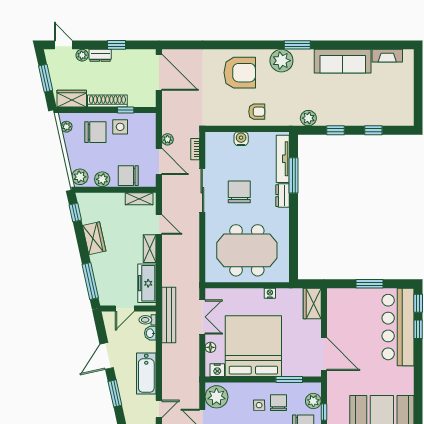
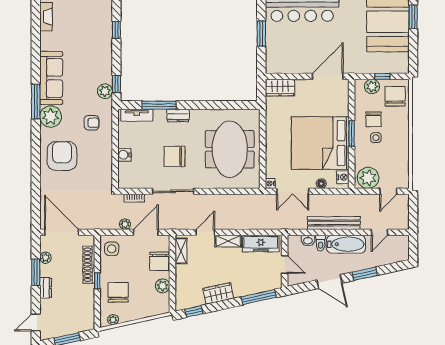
window: (116, 45) -> (36, 272), width x1.50
window: (297, 45) -> (36, 102), width x1.44
plant: (82, 55) -> (45, 258), moved
sofa: (343, 61) -> (51, 78), moved
door: (159, 72) -> (62, 232), hinge flipped
wardrobe: (72, 99) -> (86, 315), removed
shoe rack: (107, 101) -> (89, 265), moved
window: (126, 110) -> (97, 281), moved
armchair: (257, 112) -> (92, 123), moved, turned 90
side table: (120, 127) -> (112, 249), moved
window: (335, 130) -> (116, 84), moved
tv unit: (283, 159) -> (137, 115), width x0.71
plant: (80, 177) -> (160, 307), removed
nightstand: (270, 293) -> (270, 183), moved
bench: (169, 315) -> (334, 223), moved
double door: (202, 317) -> (293, 191), swing flipped
toilet: (148, 320) -> (321, 243), moved
window: (289, 379) -> (352, 133), moved
chair: (279, 403) -> (374, 119), turned -90
door: (159, 409) -> (380, 232), swing flipped

